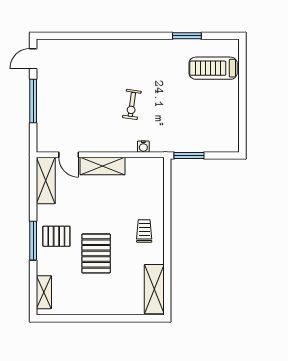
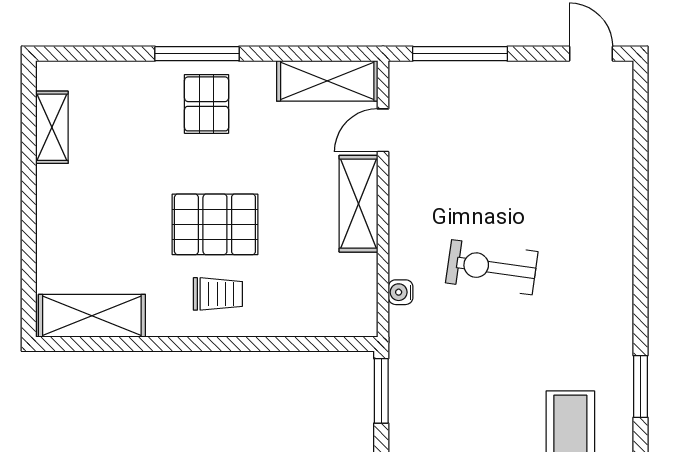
window: (33, 101) -> (460, 54), moved
exercise bike: (132, 104) -> (492, 267), width x1.38, depth x1.39
pallet: (96, 253) -> (215, 224), moved
shelving: (44, 292) -> (52, 127), moved, turned 90

